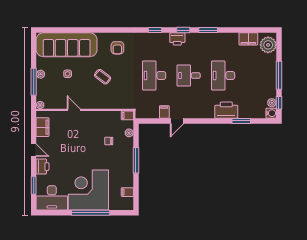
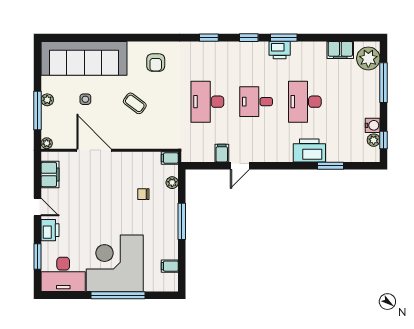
printer: (177, 39) -> (280, 50), moved
window: (279, 75) -> (384, 83), moved
door: (74, 110) -> (94, 150), width x1.88
water cooler: (271, 113) -> (373, 125), moved

